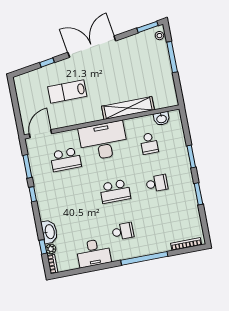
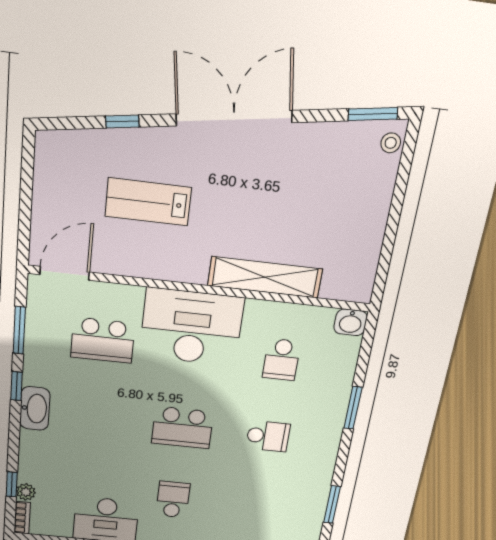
window: (172, 57) -> (398, 199), removed
washbasin: (162, 119) -> (351, 322), moved
window: (198, 194) -> (332, 504), moved
school desk: (123, 231) -> (173, 500), turned -90
washbasin: (49, 232) -> (35, 408), moved

